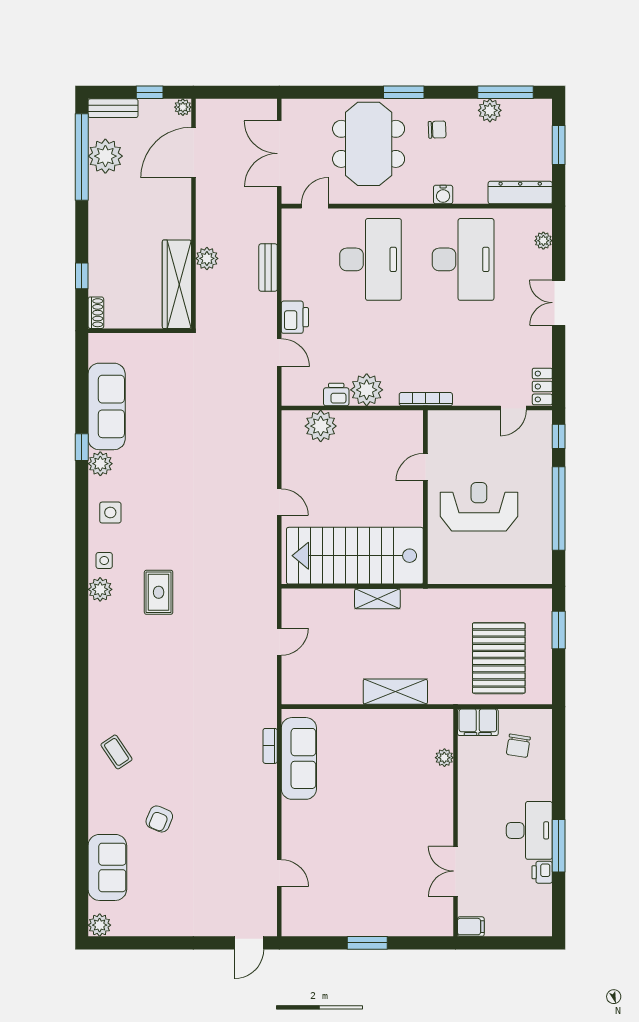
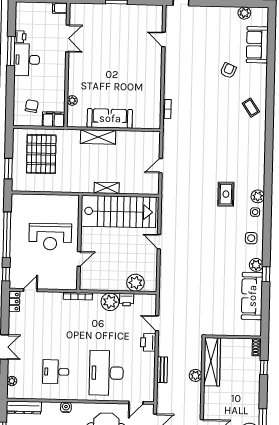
desk: (463, 259) -> (56, 372), width x0.53, depth x0.77
sofa: (299, 758) -> (110, 118), moved, turned 90
plant: (100, 925) -> (244, 13), moved

